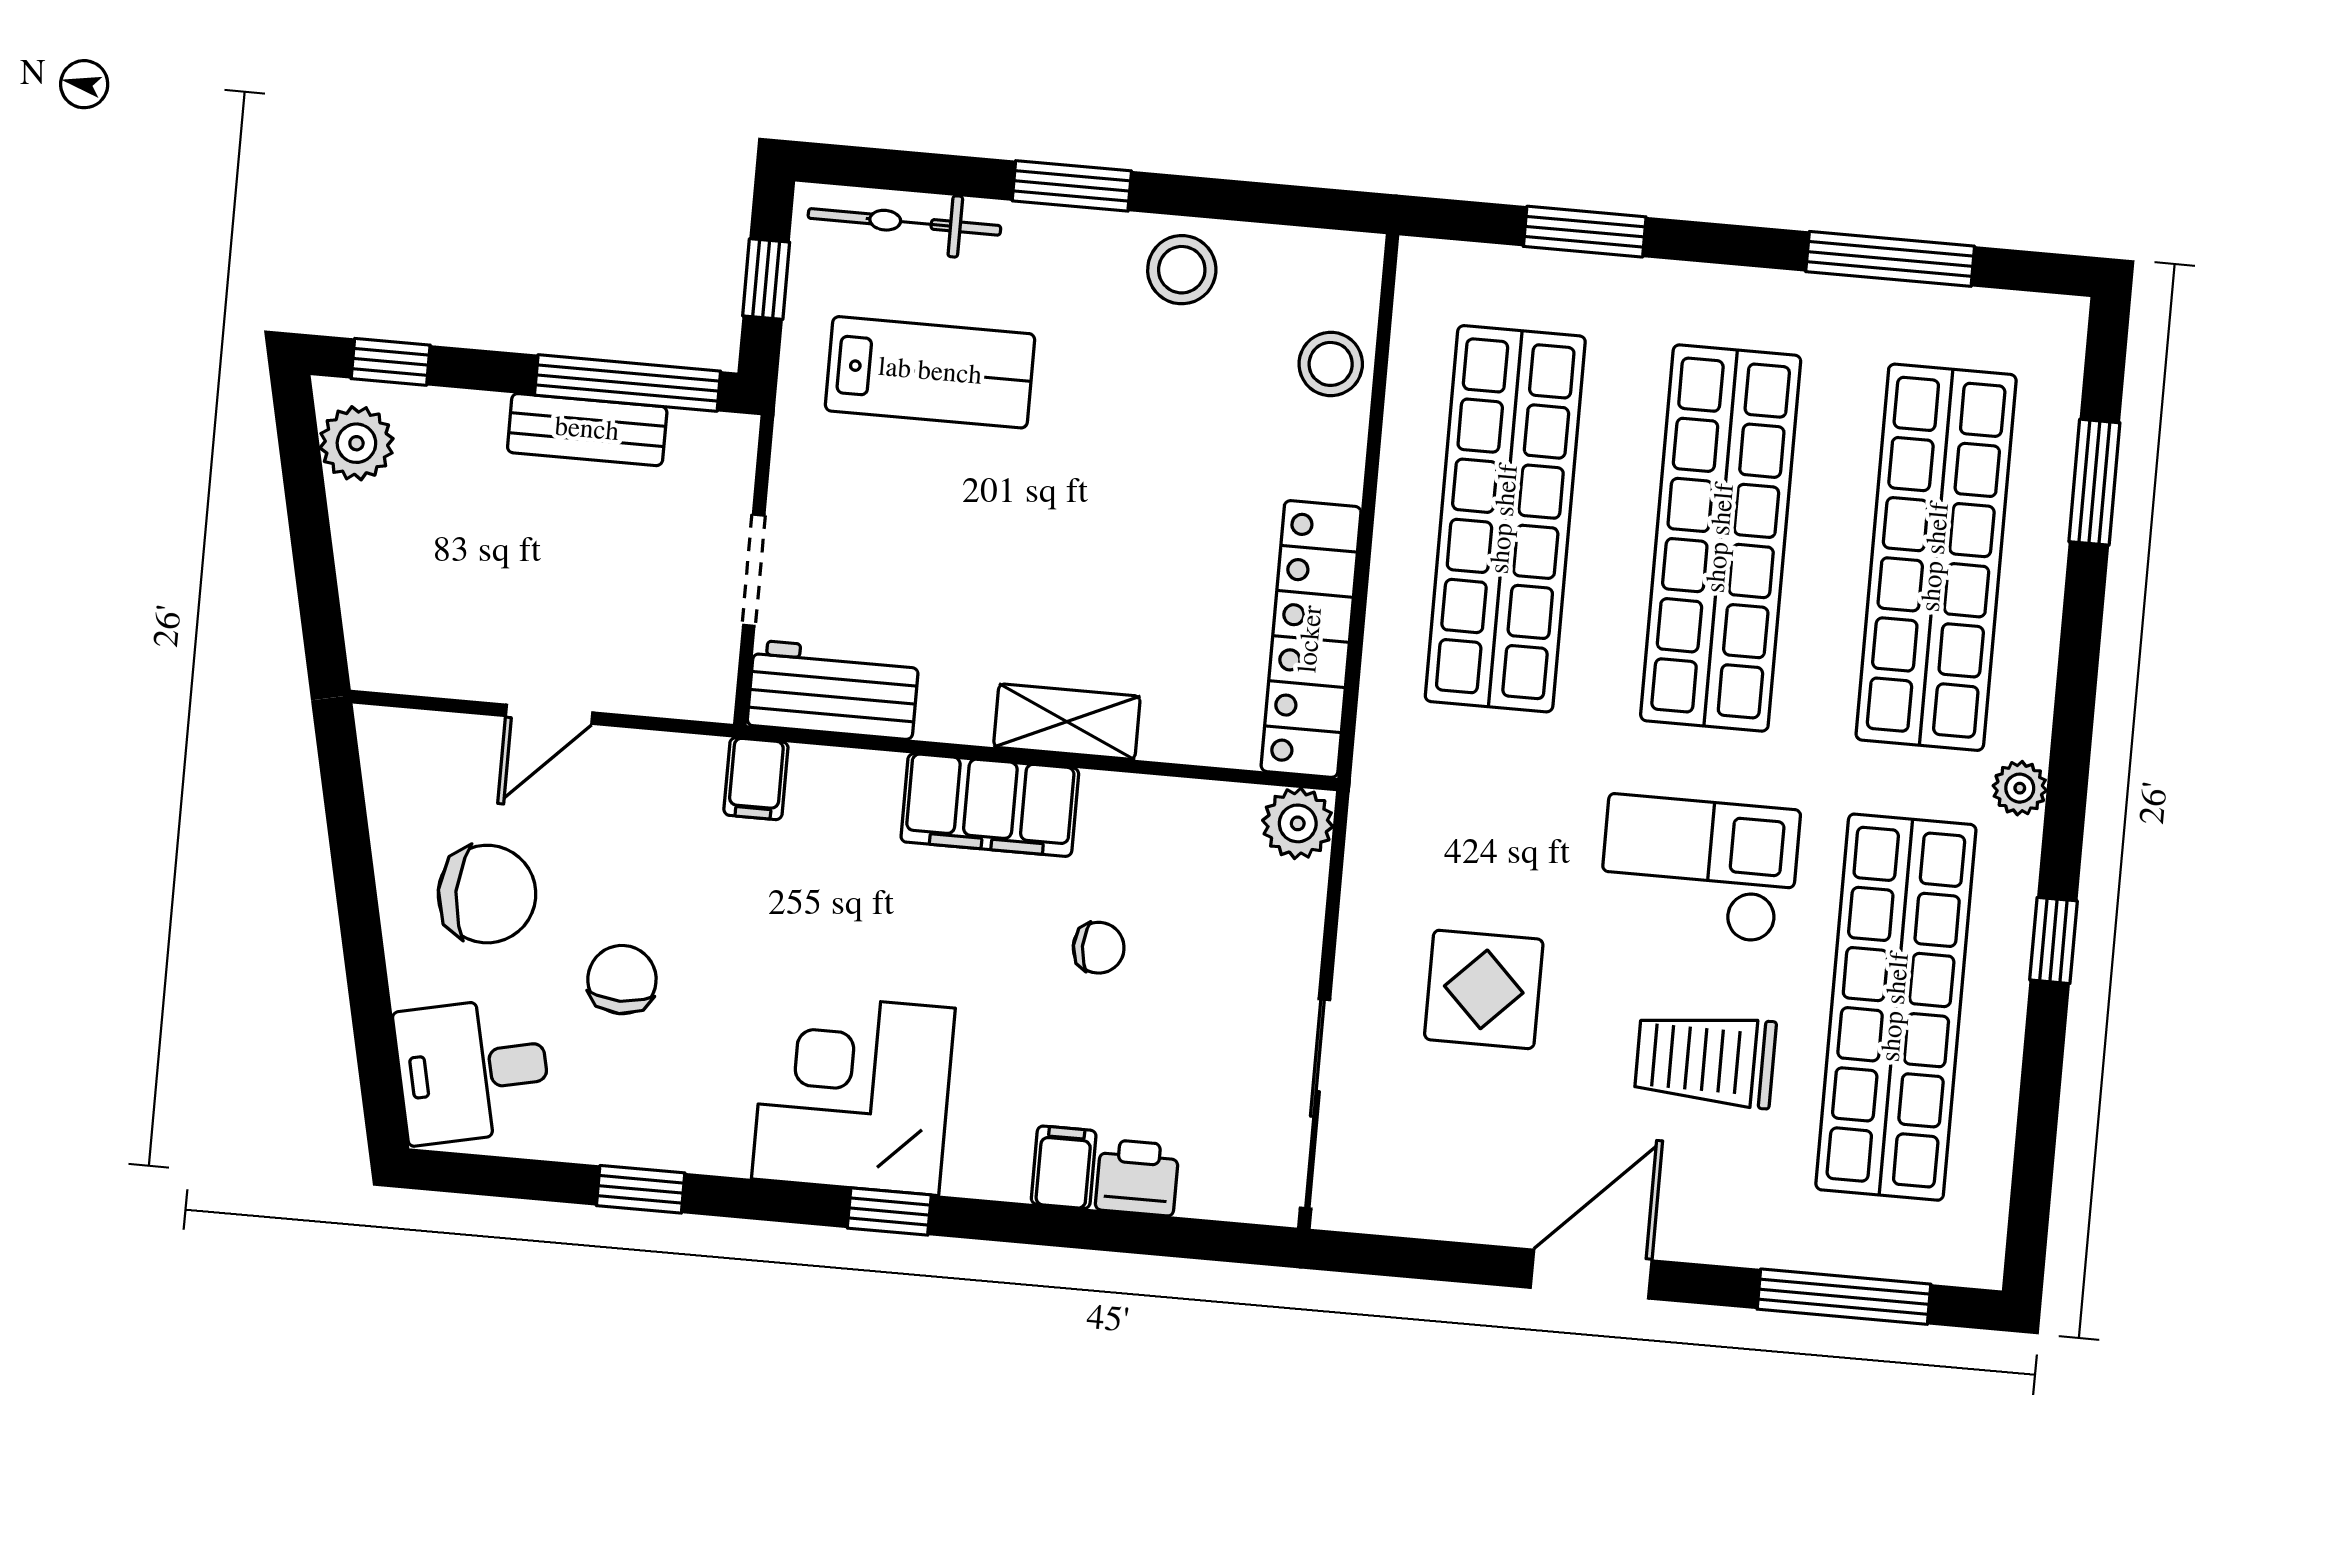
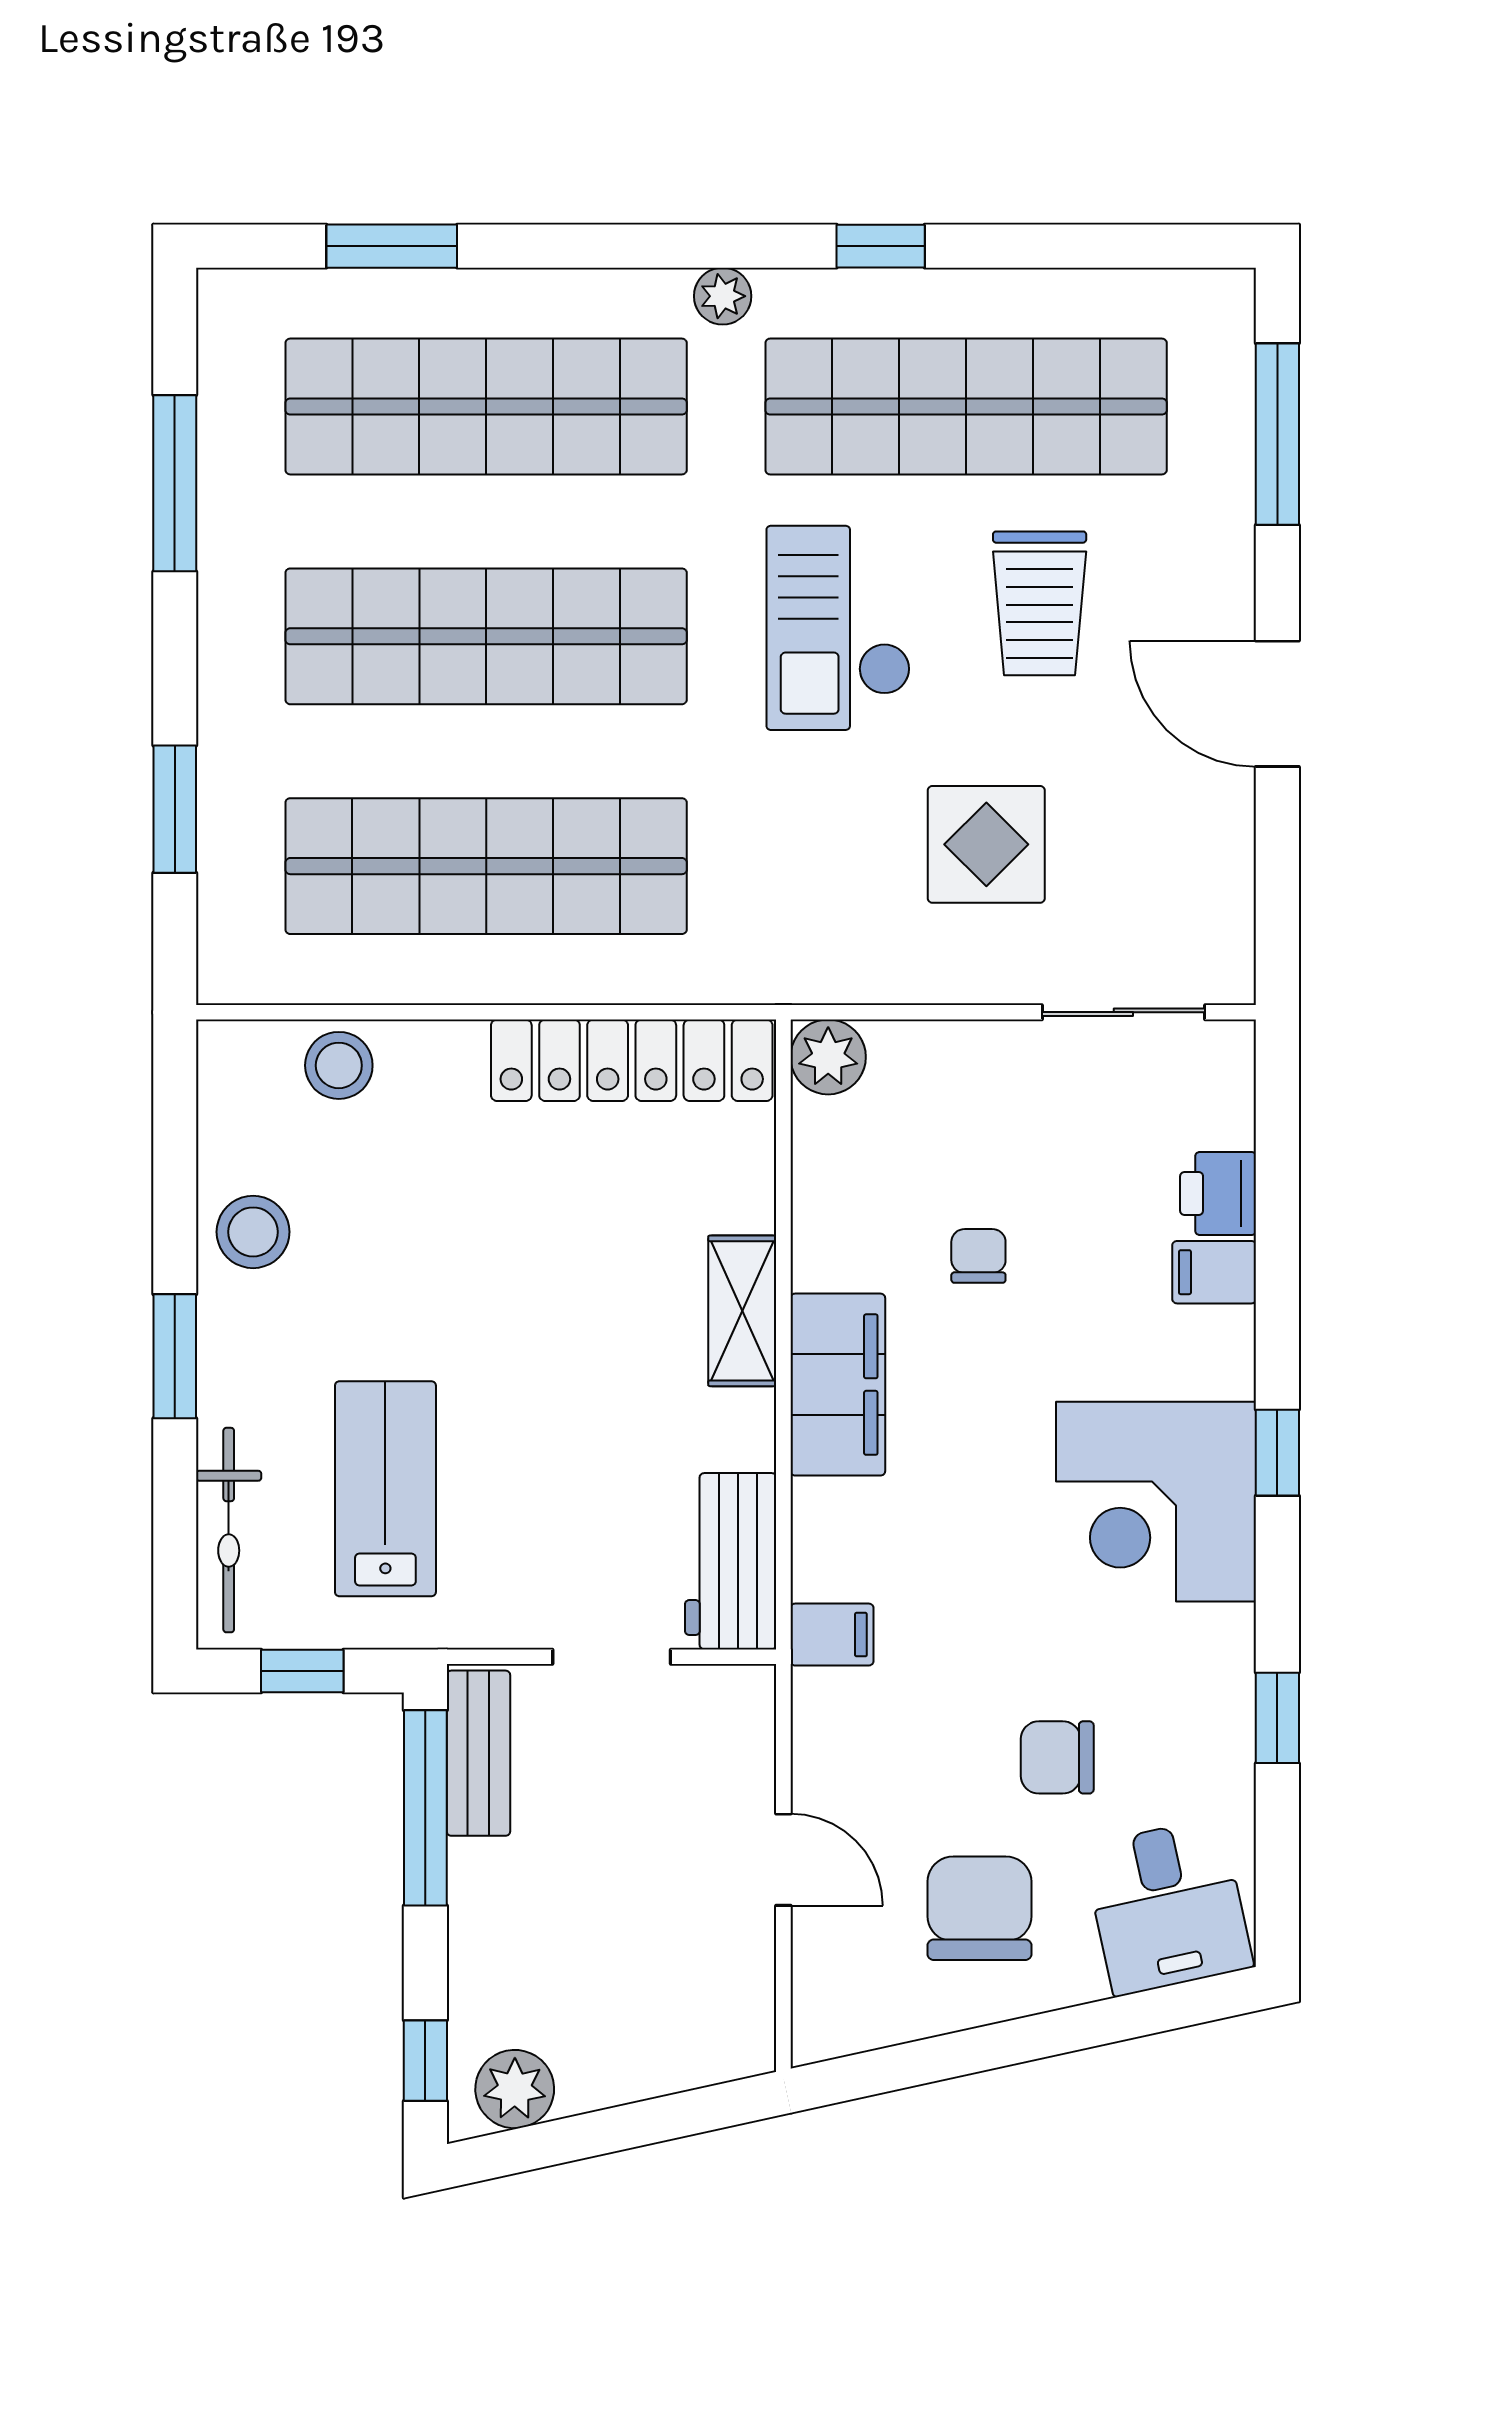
bench: (587, 430) -> (478, 1753), moved
sliding door: (1315, 1104) -> (1123, 1012), width x0.73

